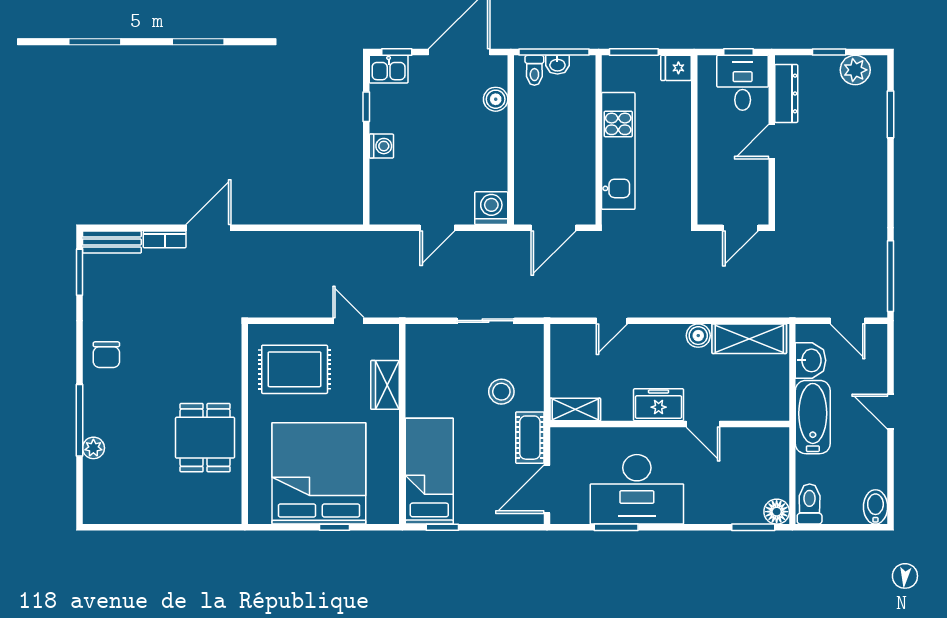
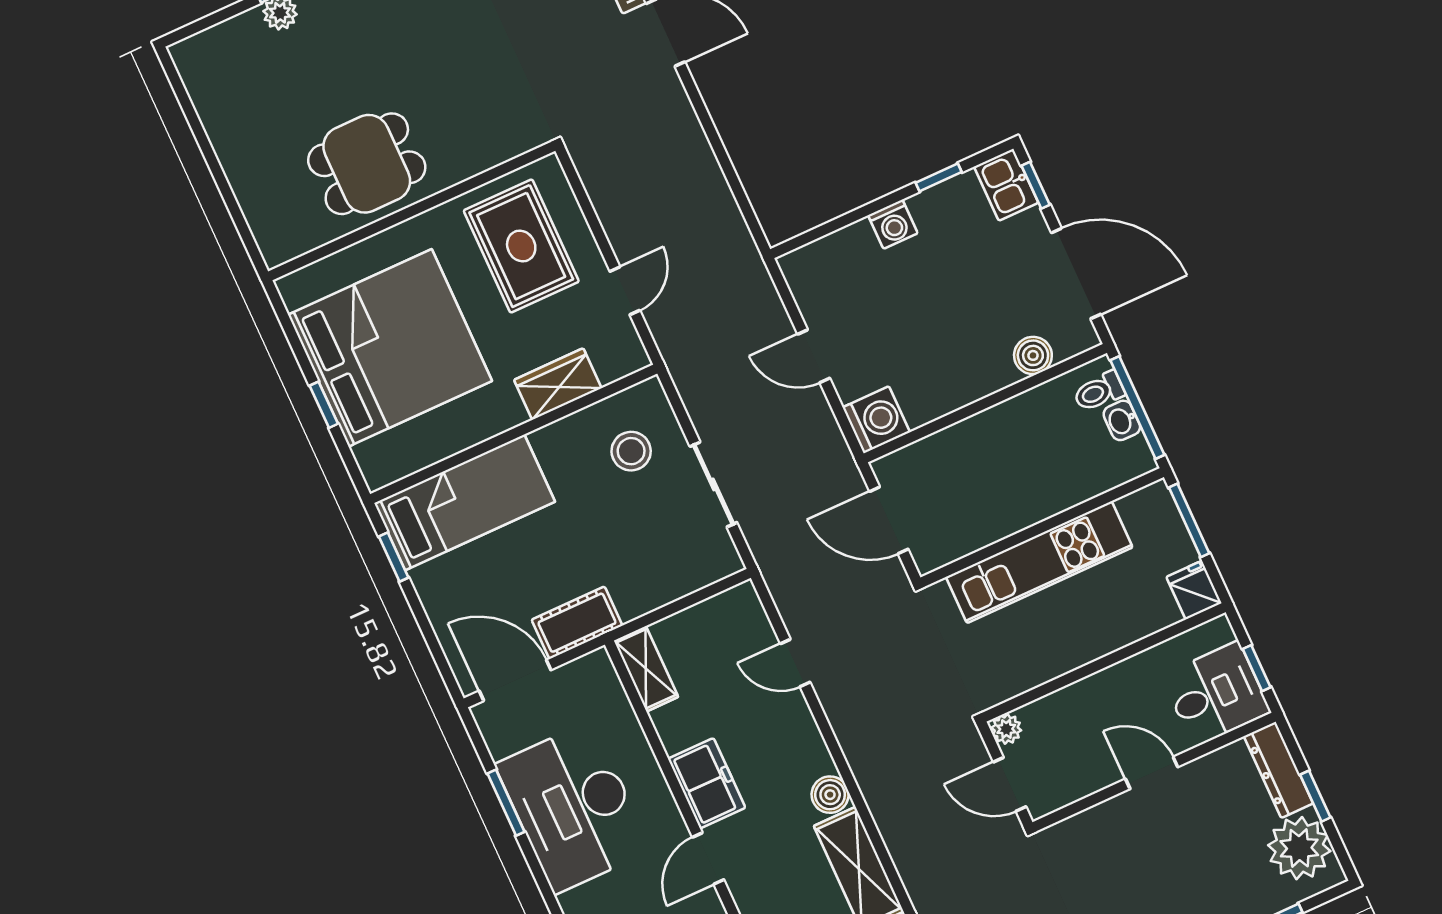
plant: (855, 70) -> (1299, 848), width x1.36, depth x1.36
dresser: (786, 93) -> (1279, 770), moved, turned 90
plant: (707, 215) -> (1006, 729), added
stool: (501, 392) -> (631, 451), moved

